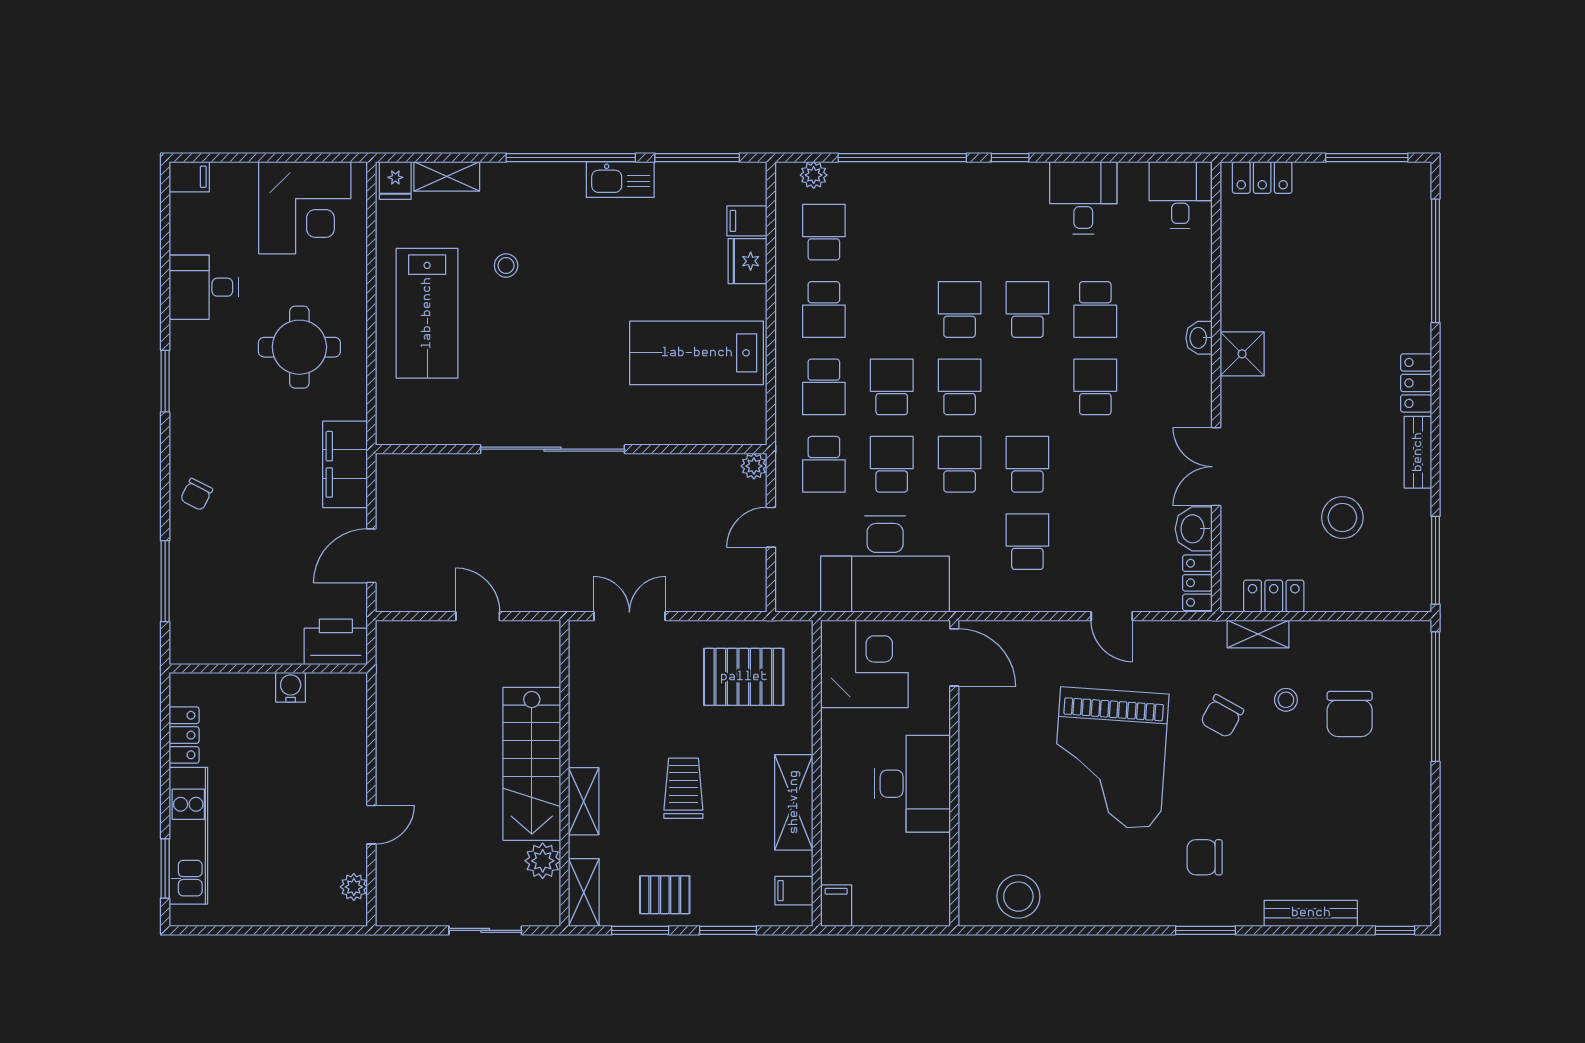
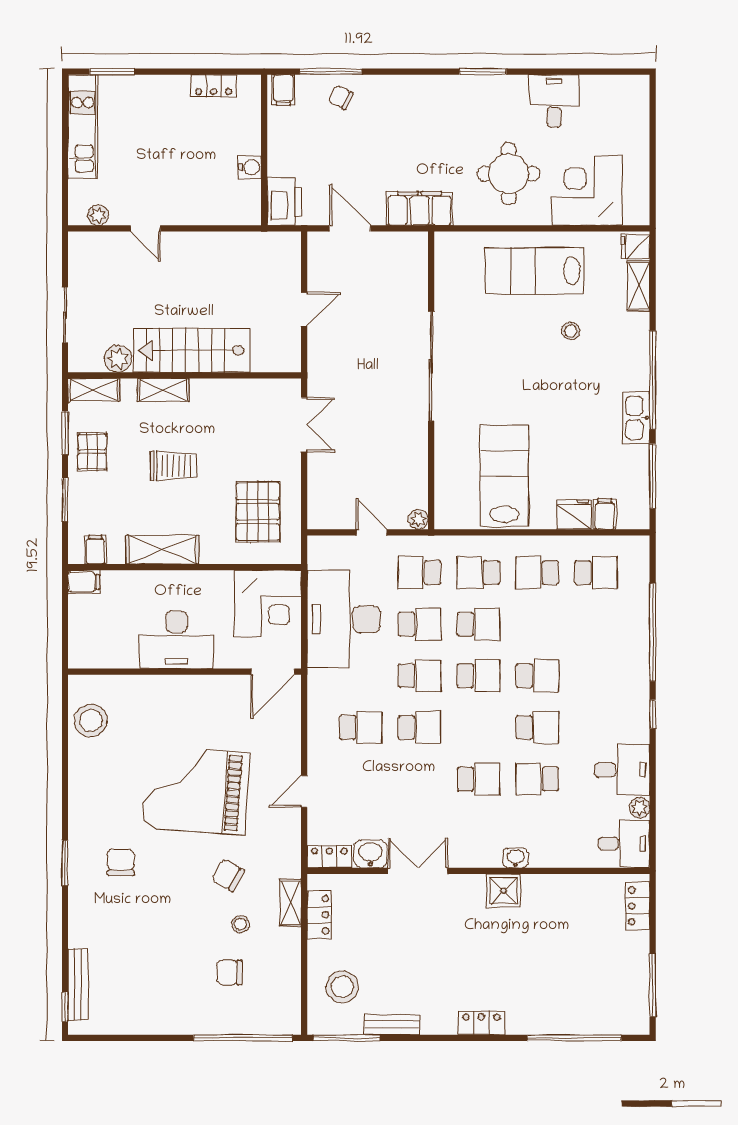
plant: (814, 175) -> (639, 808), moved
filing cabinet: (189, 177) -> (283, 90), moved
corner desk: (305, 208) -> (587, 190), moved, turned 90
bench: (1418, 452) -> (392, 1024), moved
chair: (196, 494) -> (341, 97), moved
stool: (1342, 517) -> (342, 987), moved
chair: (1350, 714) -> (230, 972), width x0.73, depth x0.73
kitchen unit: (188, 836) -> (83, 127), moved, turned -90
bench: (1311, 913) -> (78, 985), moved

